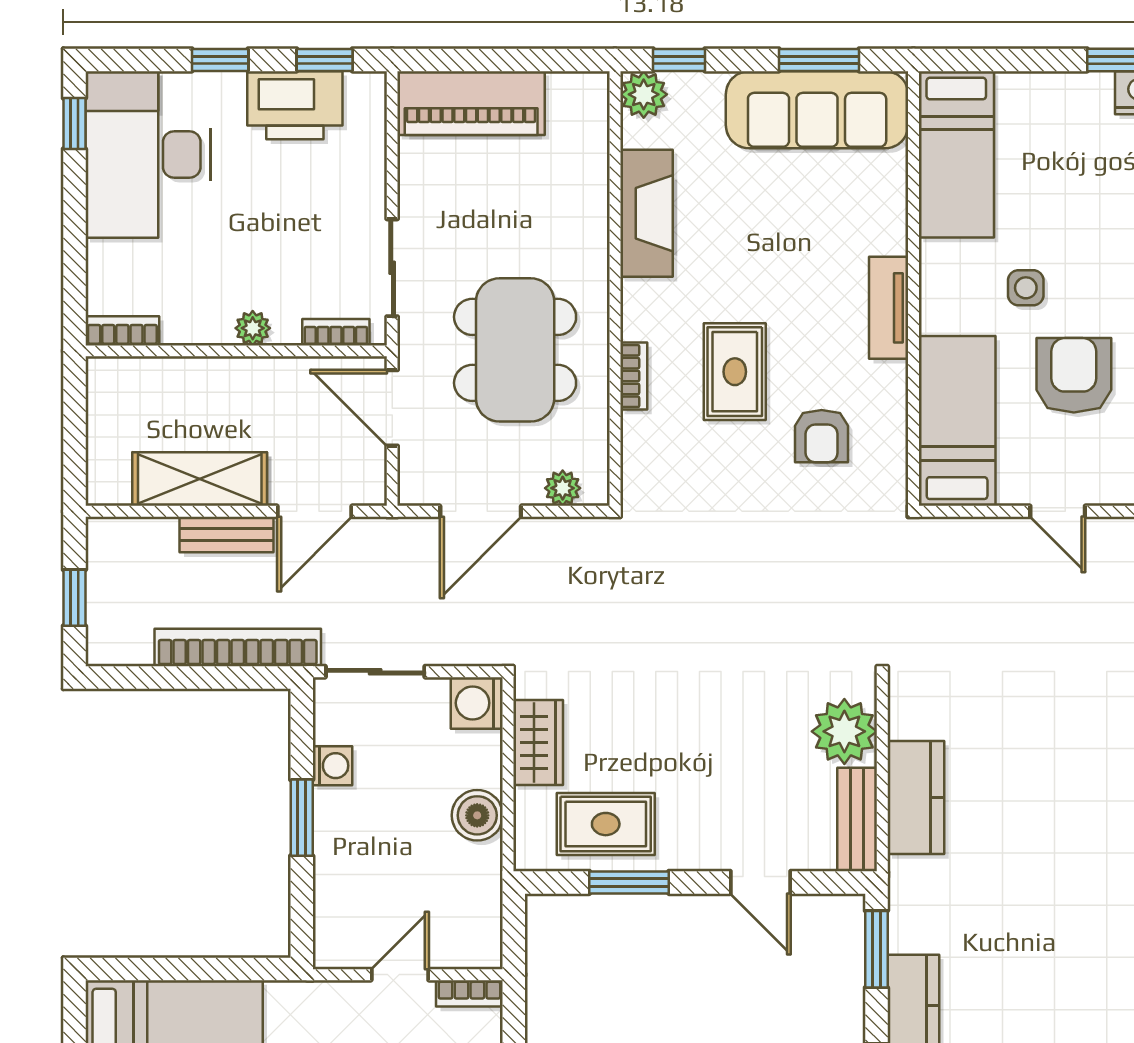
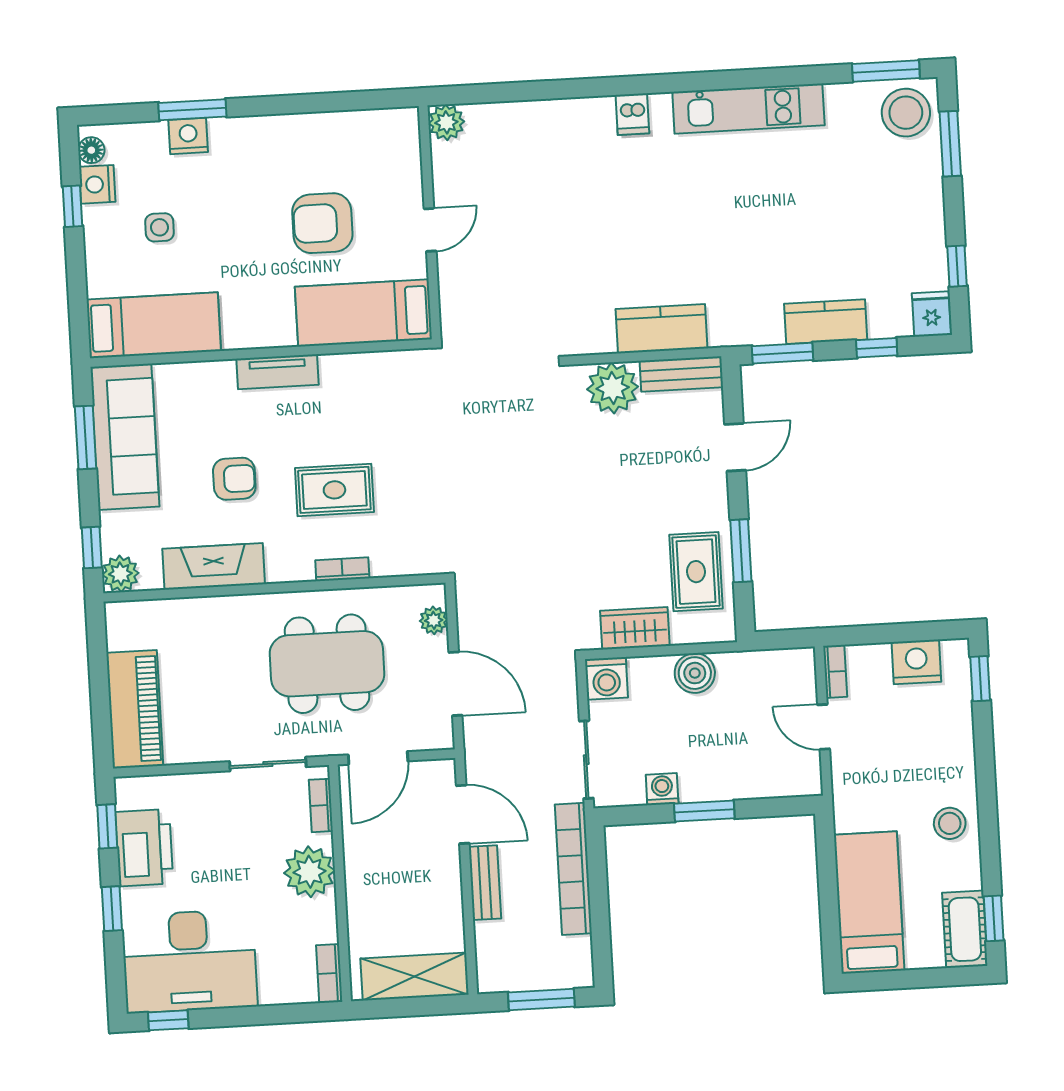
side table: (1026, 288) -> (160, 227), moved
plant: (253, 328) -> (310, 872), width x1.88, depth x1.88
armchair: (822, 436) -> (234, 479), moved
shelving: (200, 479) -> (415, 977), moved, turned 90
window: (74, 598) -> (541, 999), width x1.50

